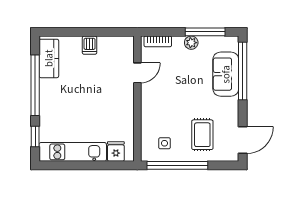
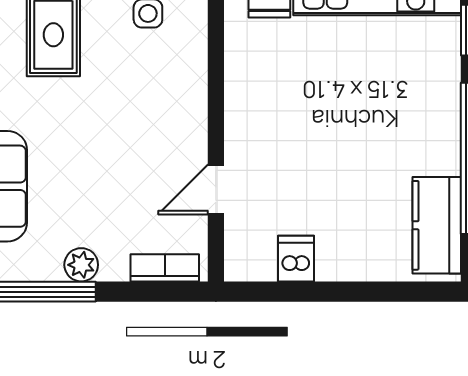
dishwasher: (90, 45) -> (296, 259), moved

